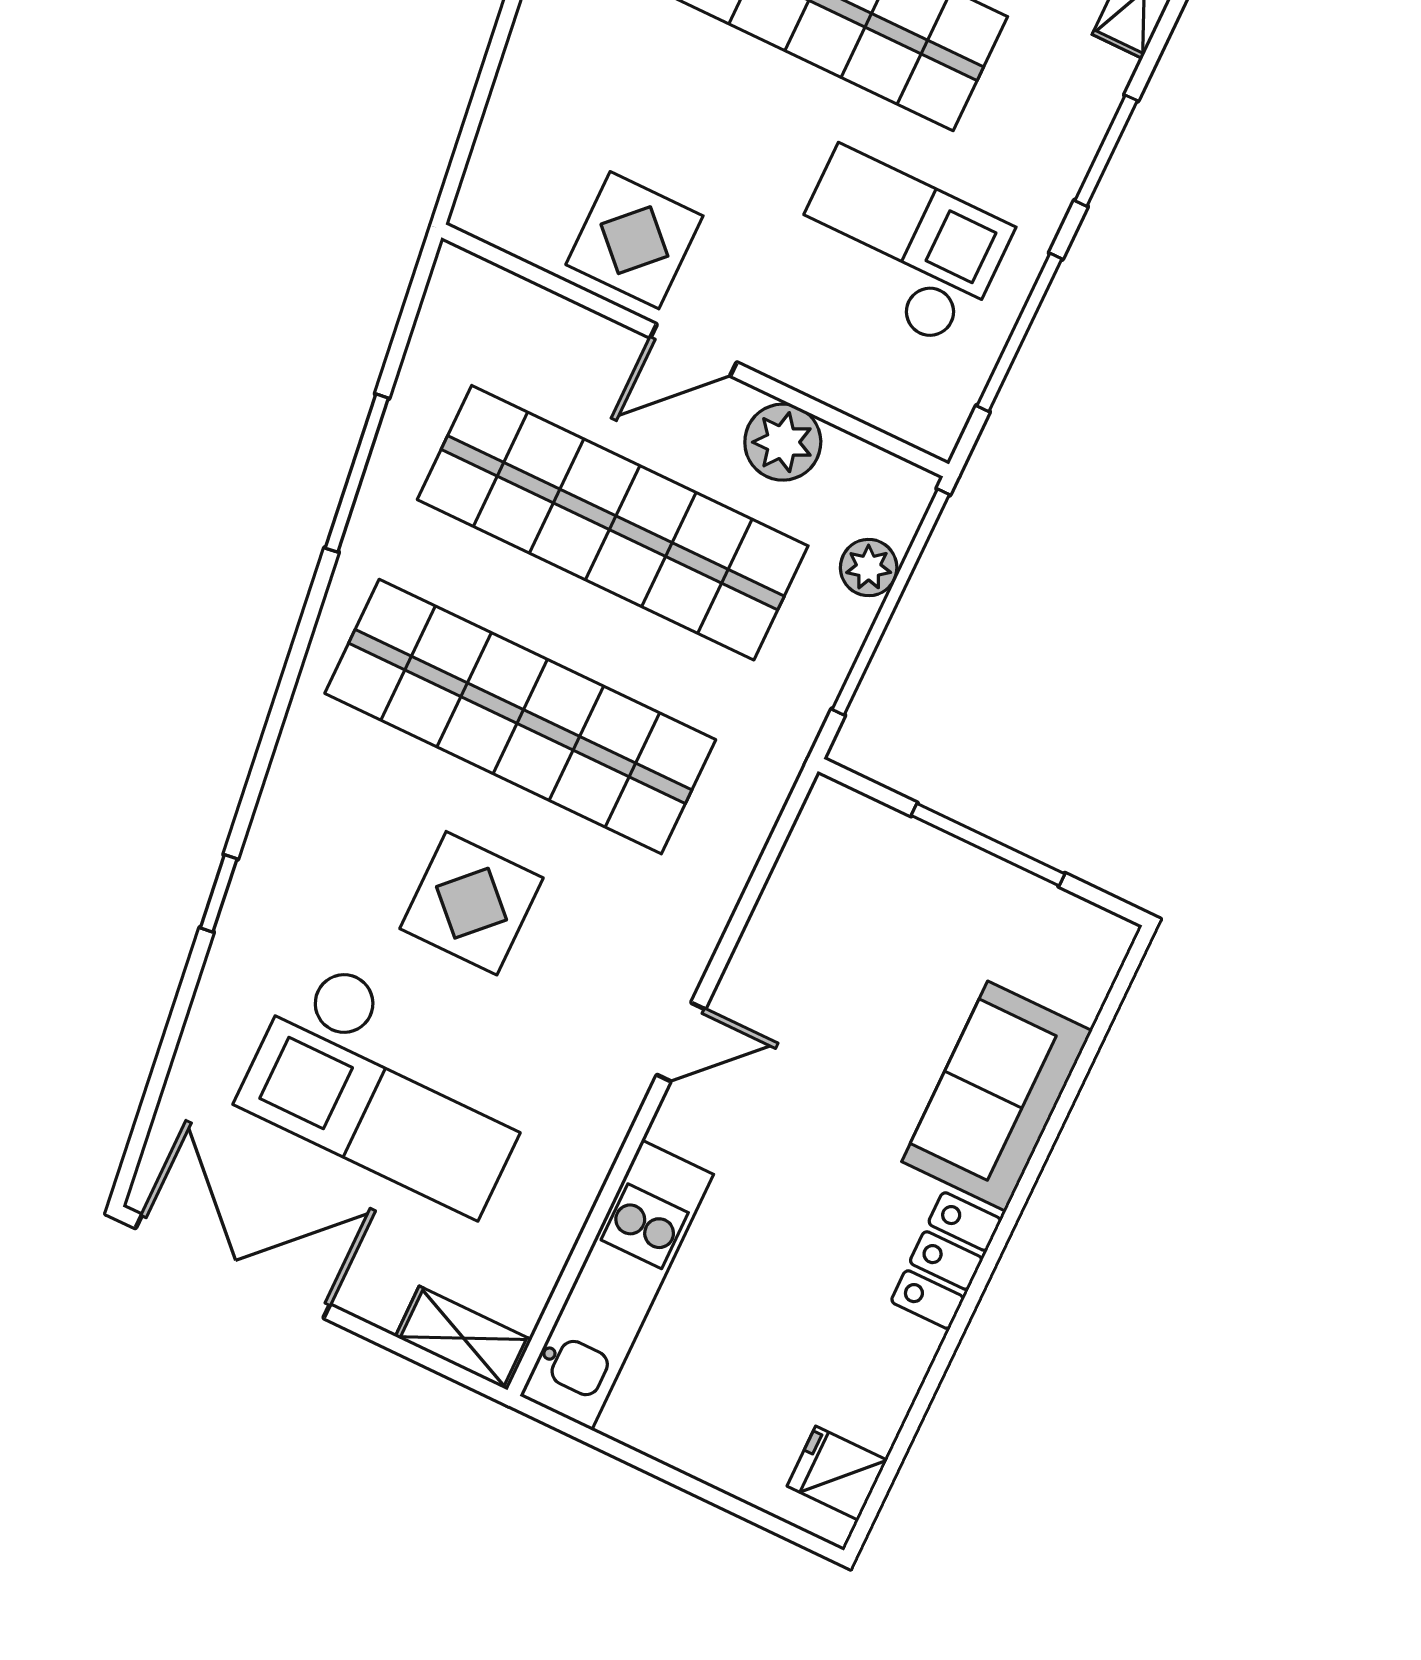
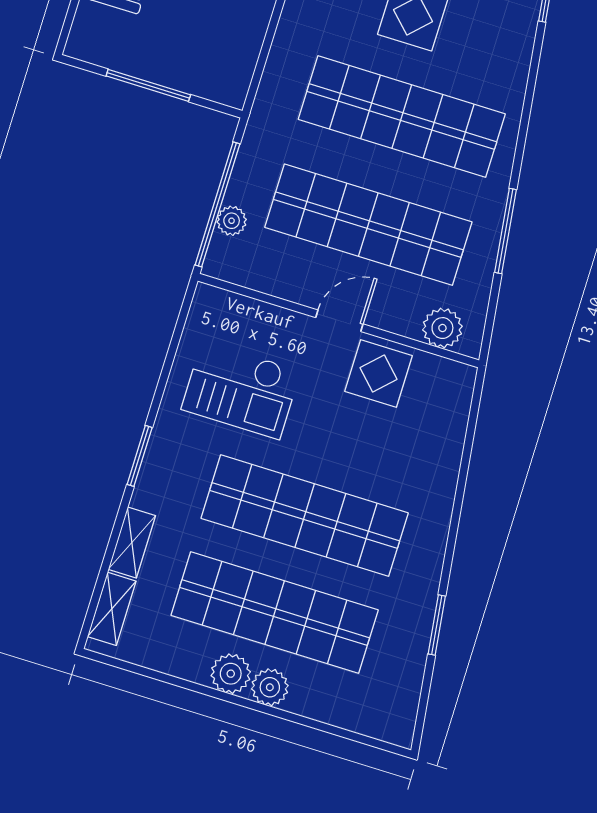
window: (1019, 332) -> (171, 355), removed
plant: (783, 442) -> (442, 328), moved

